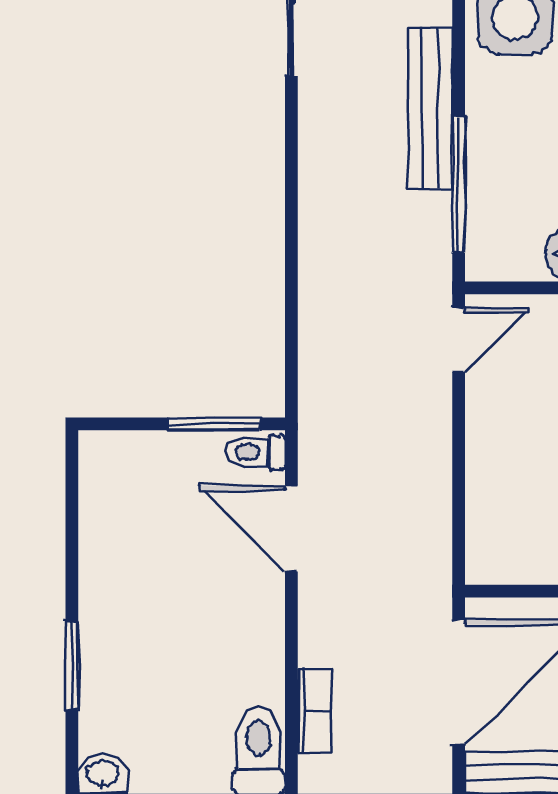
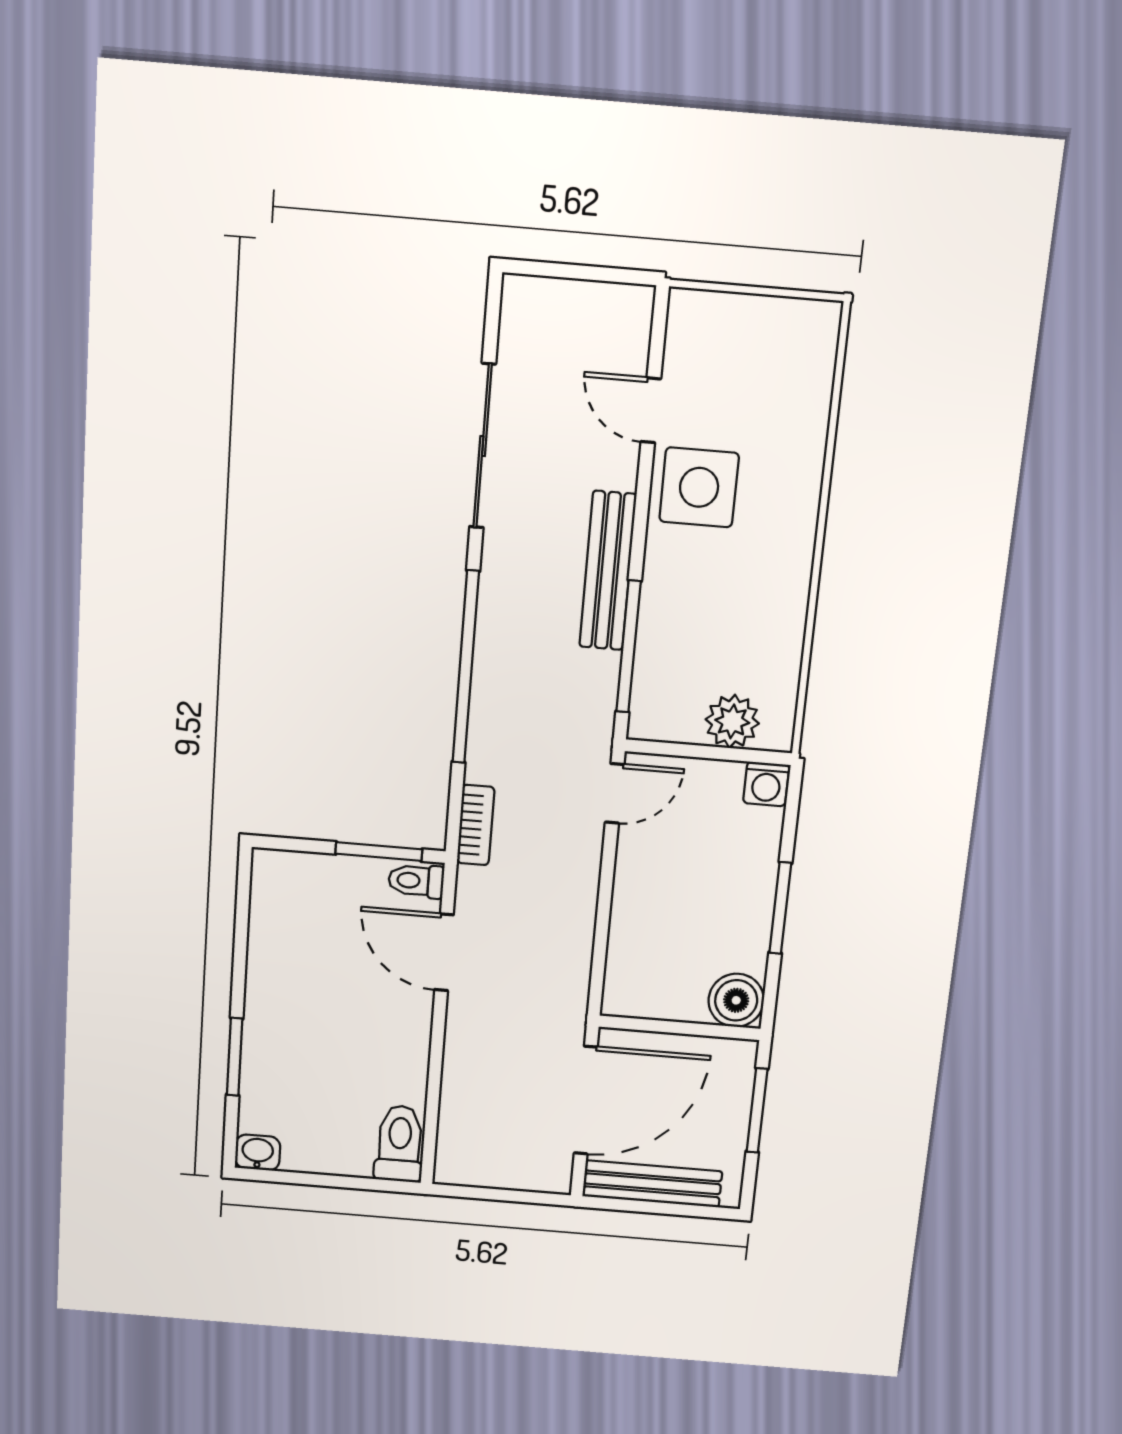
window: (291, 220) -> (466, 667), added
bookcase: (315, 711) -> (476, 825), moved

